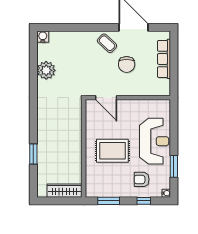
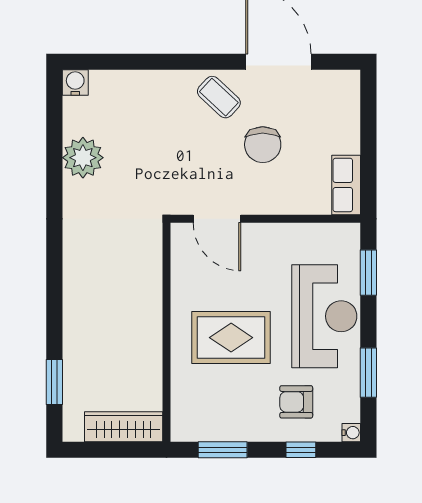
row of seats: (164, 59) -> (346, 185), moved, width x0.68
window: (174, 122) -> (368, 273), added
window: (33, 154) -> (54, 382), moved

